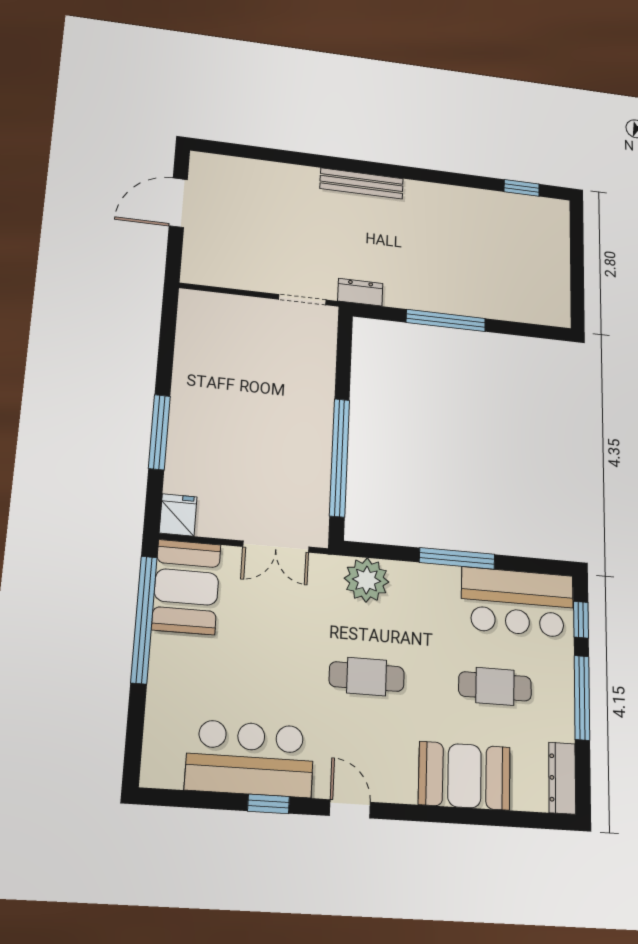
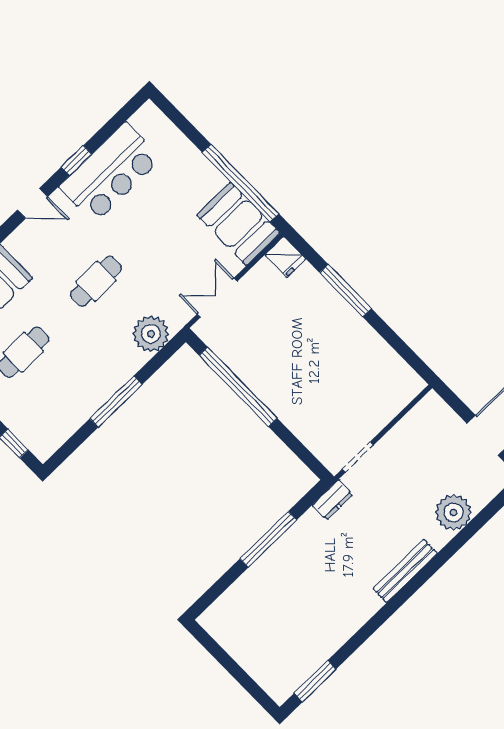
plant: (273, 181) -> (453, 512), added
window: (522, 188) -> (315, 681), width x1.50
bar counter: (517, 602) -> (58, 414), removed

